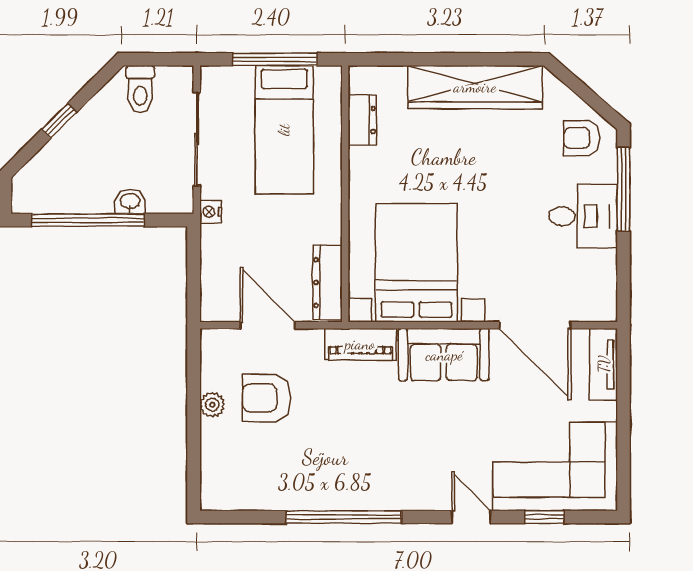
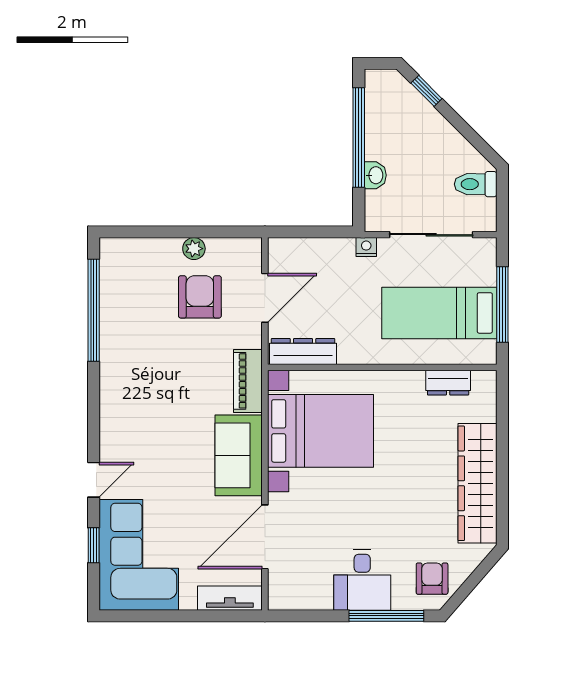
window: (59, 121) -> (426, 91), moved
window: (344, 517) -> (94, 310), moved

